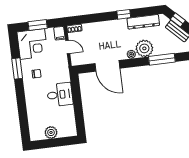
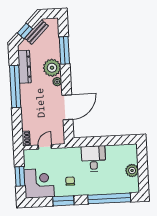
window: (124, 14) -> (15, 86), width x3.17
filing cabinet: (59, 33) -> (30, 154), removed
window: (23, 113) -> (109, 198), added

